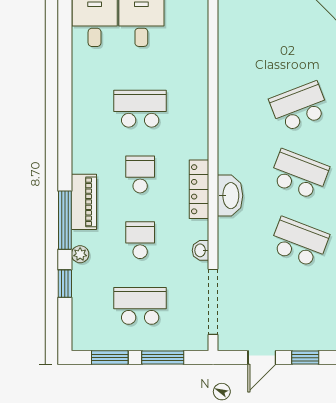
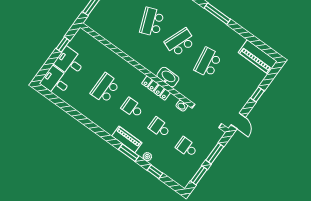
window: (65, 220) -> (129, 153), width x0.69
school desk: (299, 242) -> (208, 62), turned -30
school desk: (140, 306) -> (187, 147), width x0.54
door: (262, 358) -> (238, 121), moved

